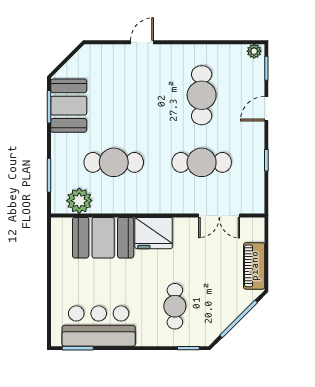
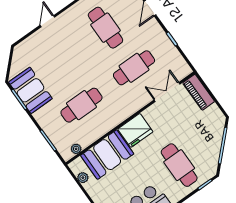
plant: (79, 201) -> (76, 149), width x0.53, depth x0.53
double door: (219, 215) -> (167, 92), swing flipped
plant: (58, 244) -> (83, 178), added
piano: (254, 266) -> (199, 92), moved
cafe table: (175, 306) -> (179, 165), width x1.37, depth x1.35

